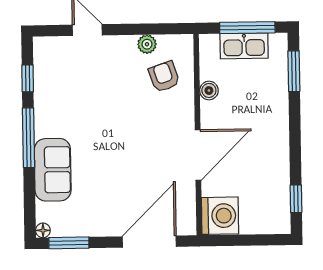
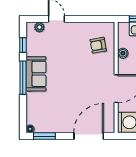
plant: (147, 44) -> (39, 27), moved
armchair: (164, 77) -> (98, 45), turned -81
sofa: (53, 170) -> (36, 74), moved

